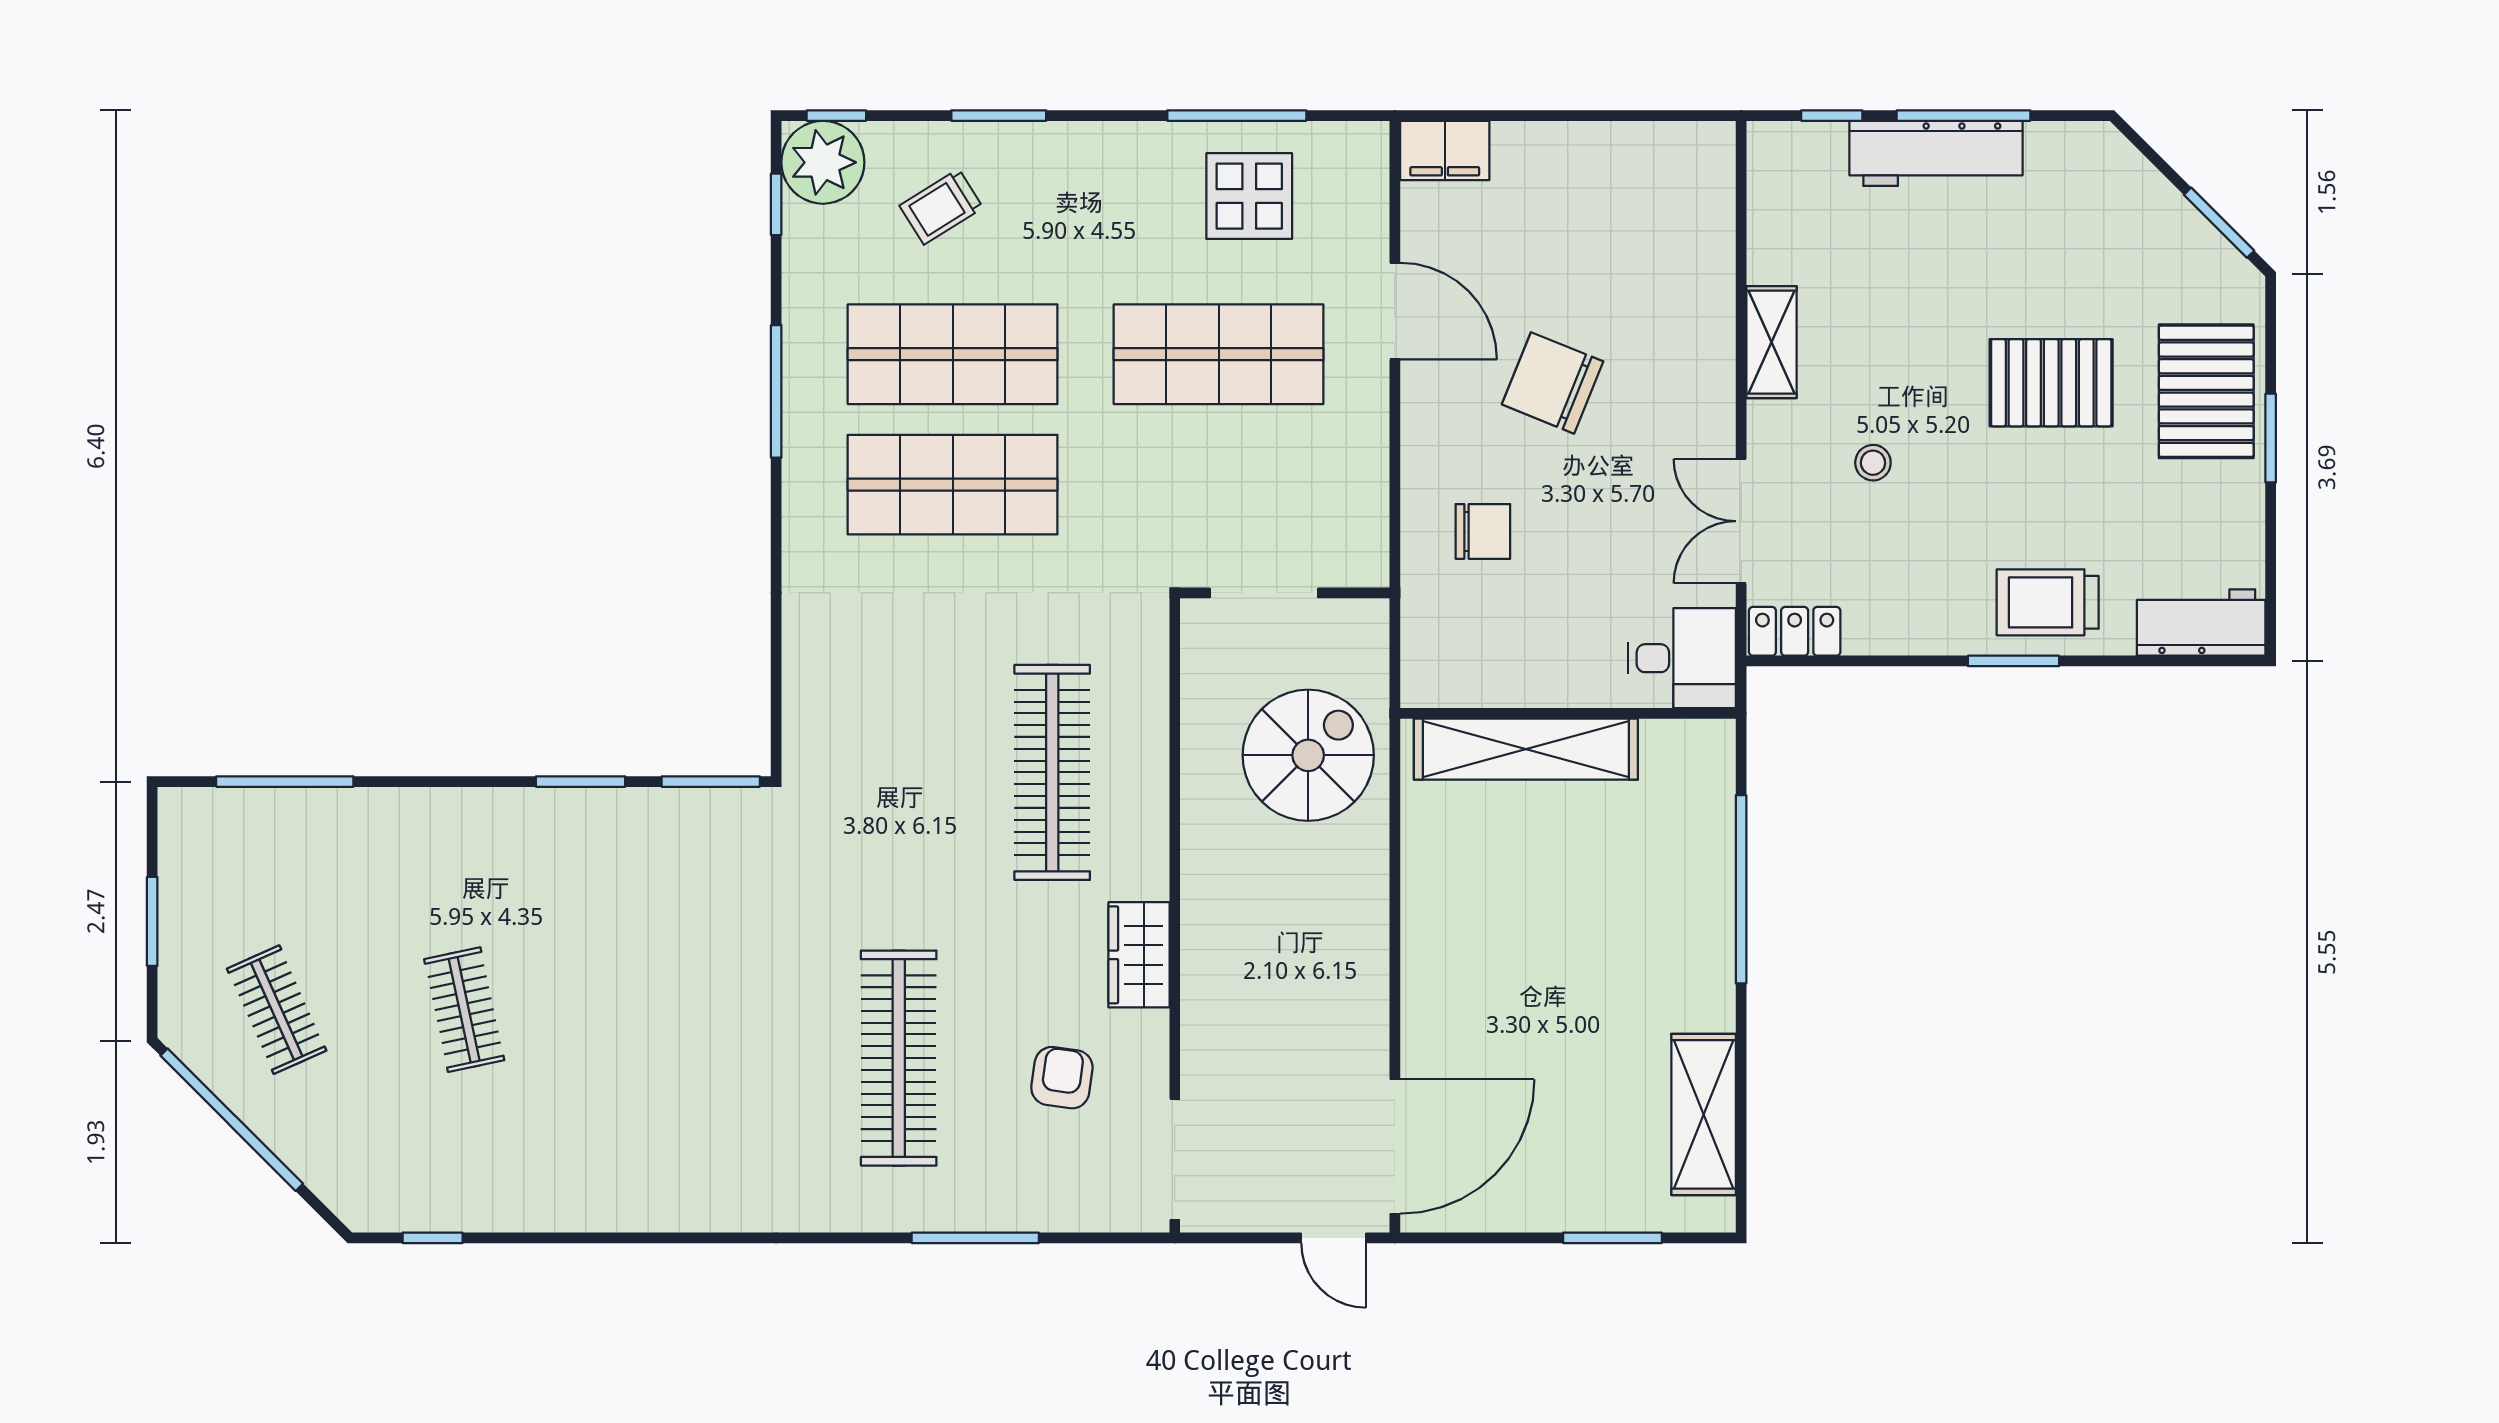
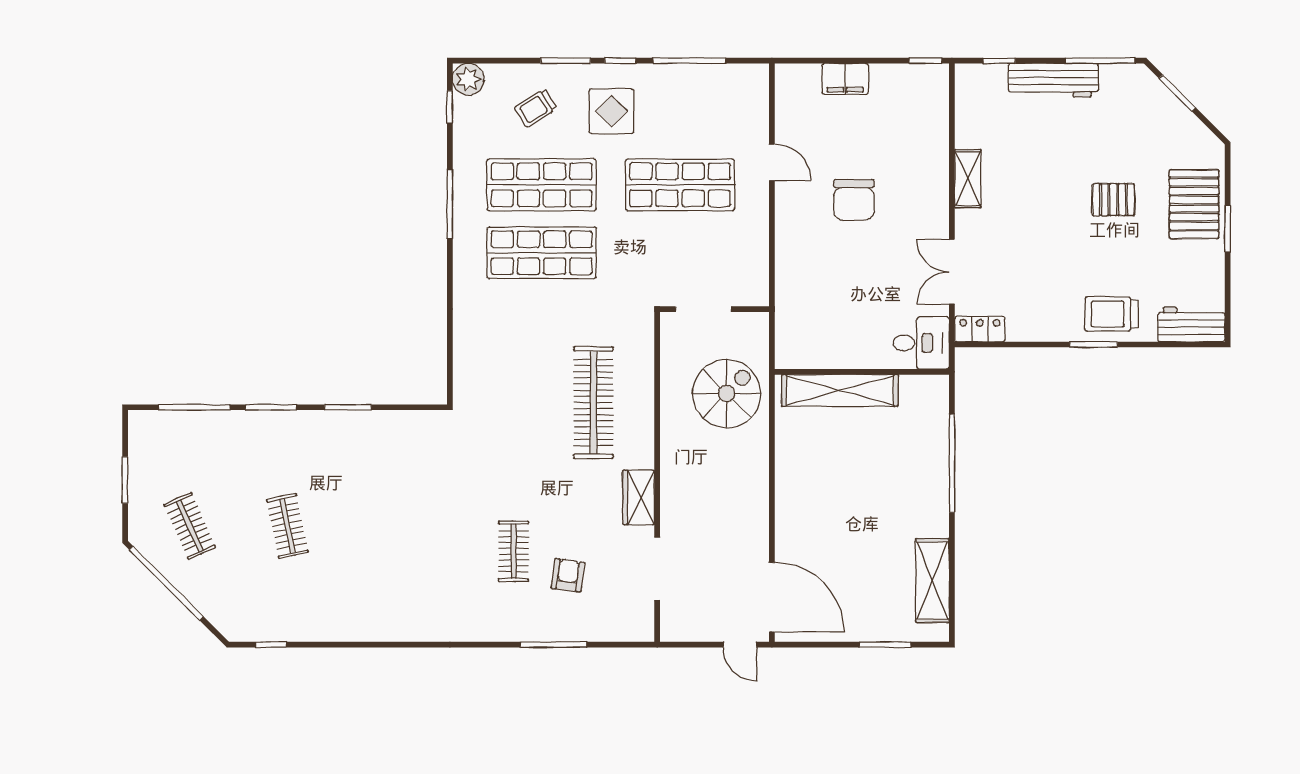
window: (836, 116) -> (620, 61), moved
window: (1690, 116) -> (926, 61), added
window: (1964, 116) -> (1100, 61), moved
filing cabinet: (1445, 151) -> (845, 79), moved
plant: (823, 162) -> (468, 79), width x0.73, depth x0.73
display table: (1249, 196) -> (612, 111), moved
window: (2219, 223) -> (1177, 93), moved
door: (1395, 311) -> (772, 162), width x0.73
chair: (1553, 383) -> (854, 200), turned -112
pallet: (2051, 383) -> (1113, 200), width x0.67, depth x0.71
stool: (1873, 463) -> (1021, 241), removed
chair: (1483, 531) -> (818, 277), removed
window: (711, 782) -> (271, 407), moved
clothes rail: (899, 1058) -> (514, 551), width x0.54, depth x0.76
armchair: (1062, 1078) -> (568, 575), moved
door: (1395, 1147) -> (772, 597), hinge flipped
doorway: (1175, 1159) -> (657, 569), moved

